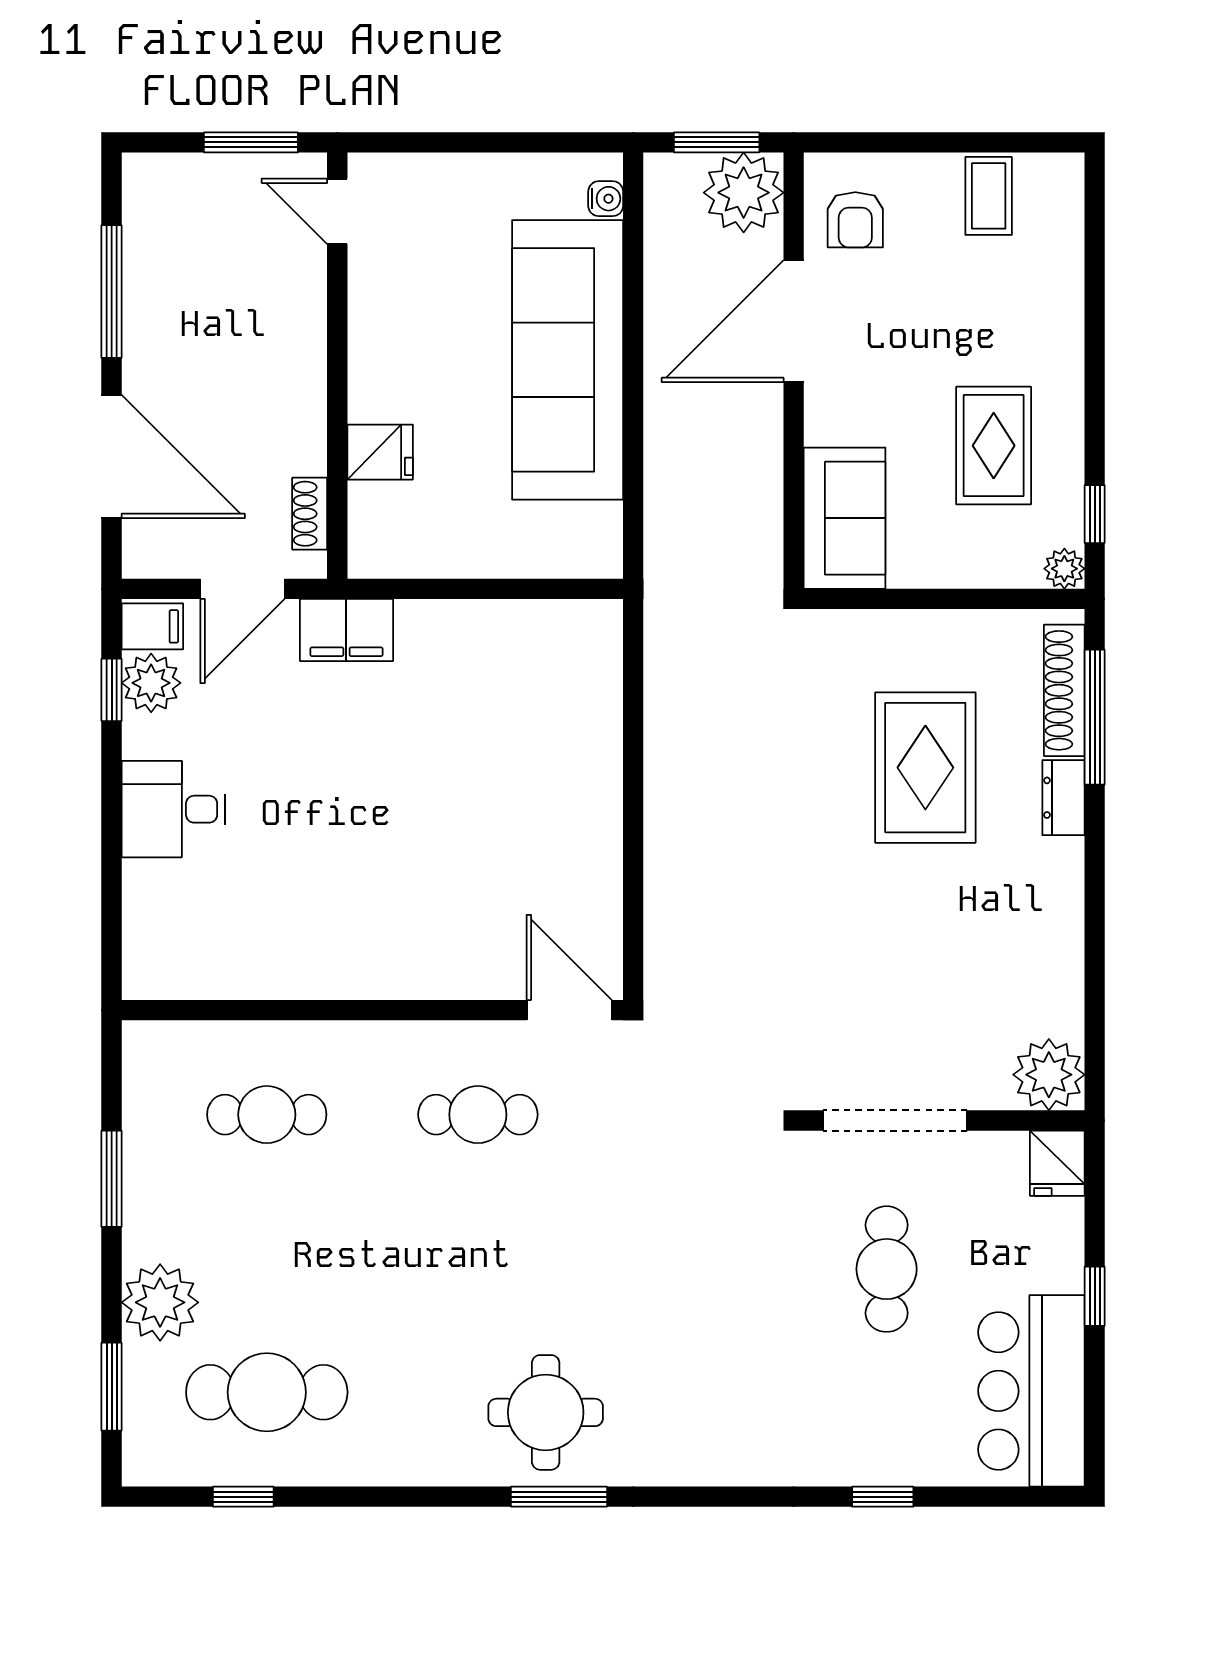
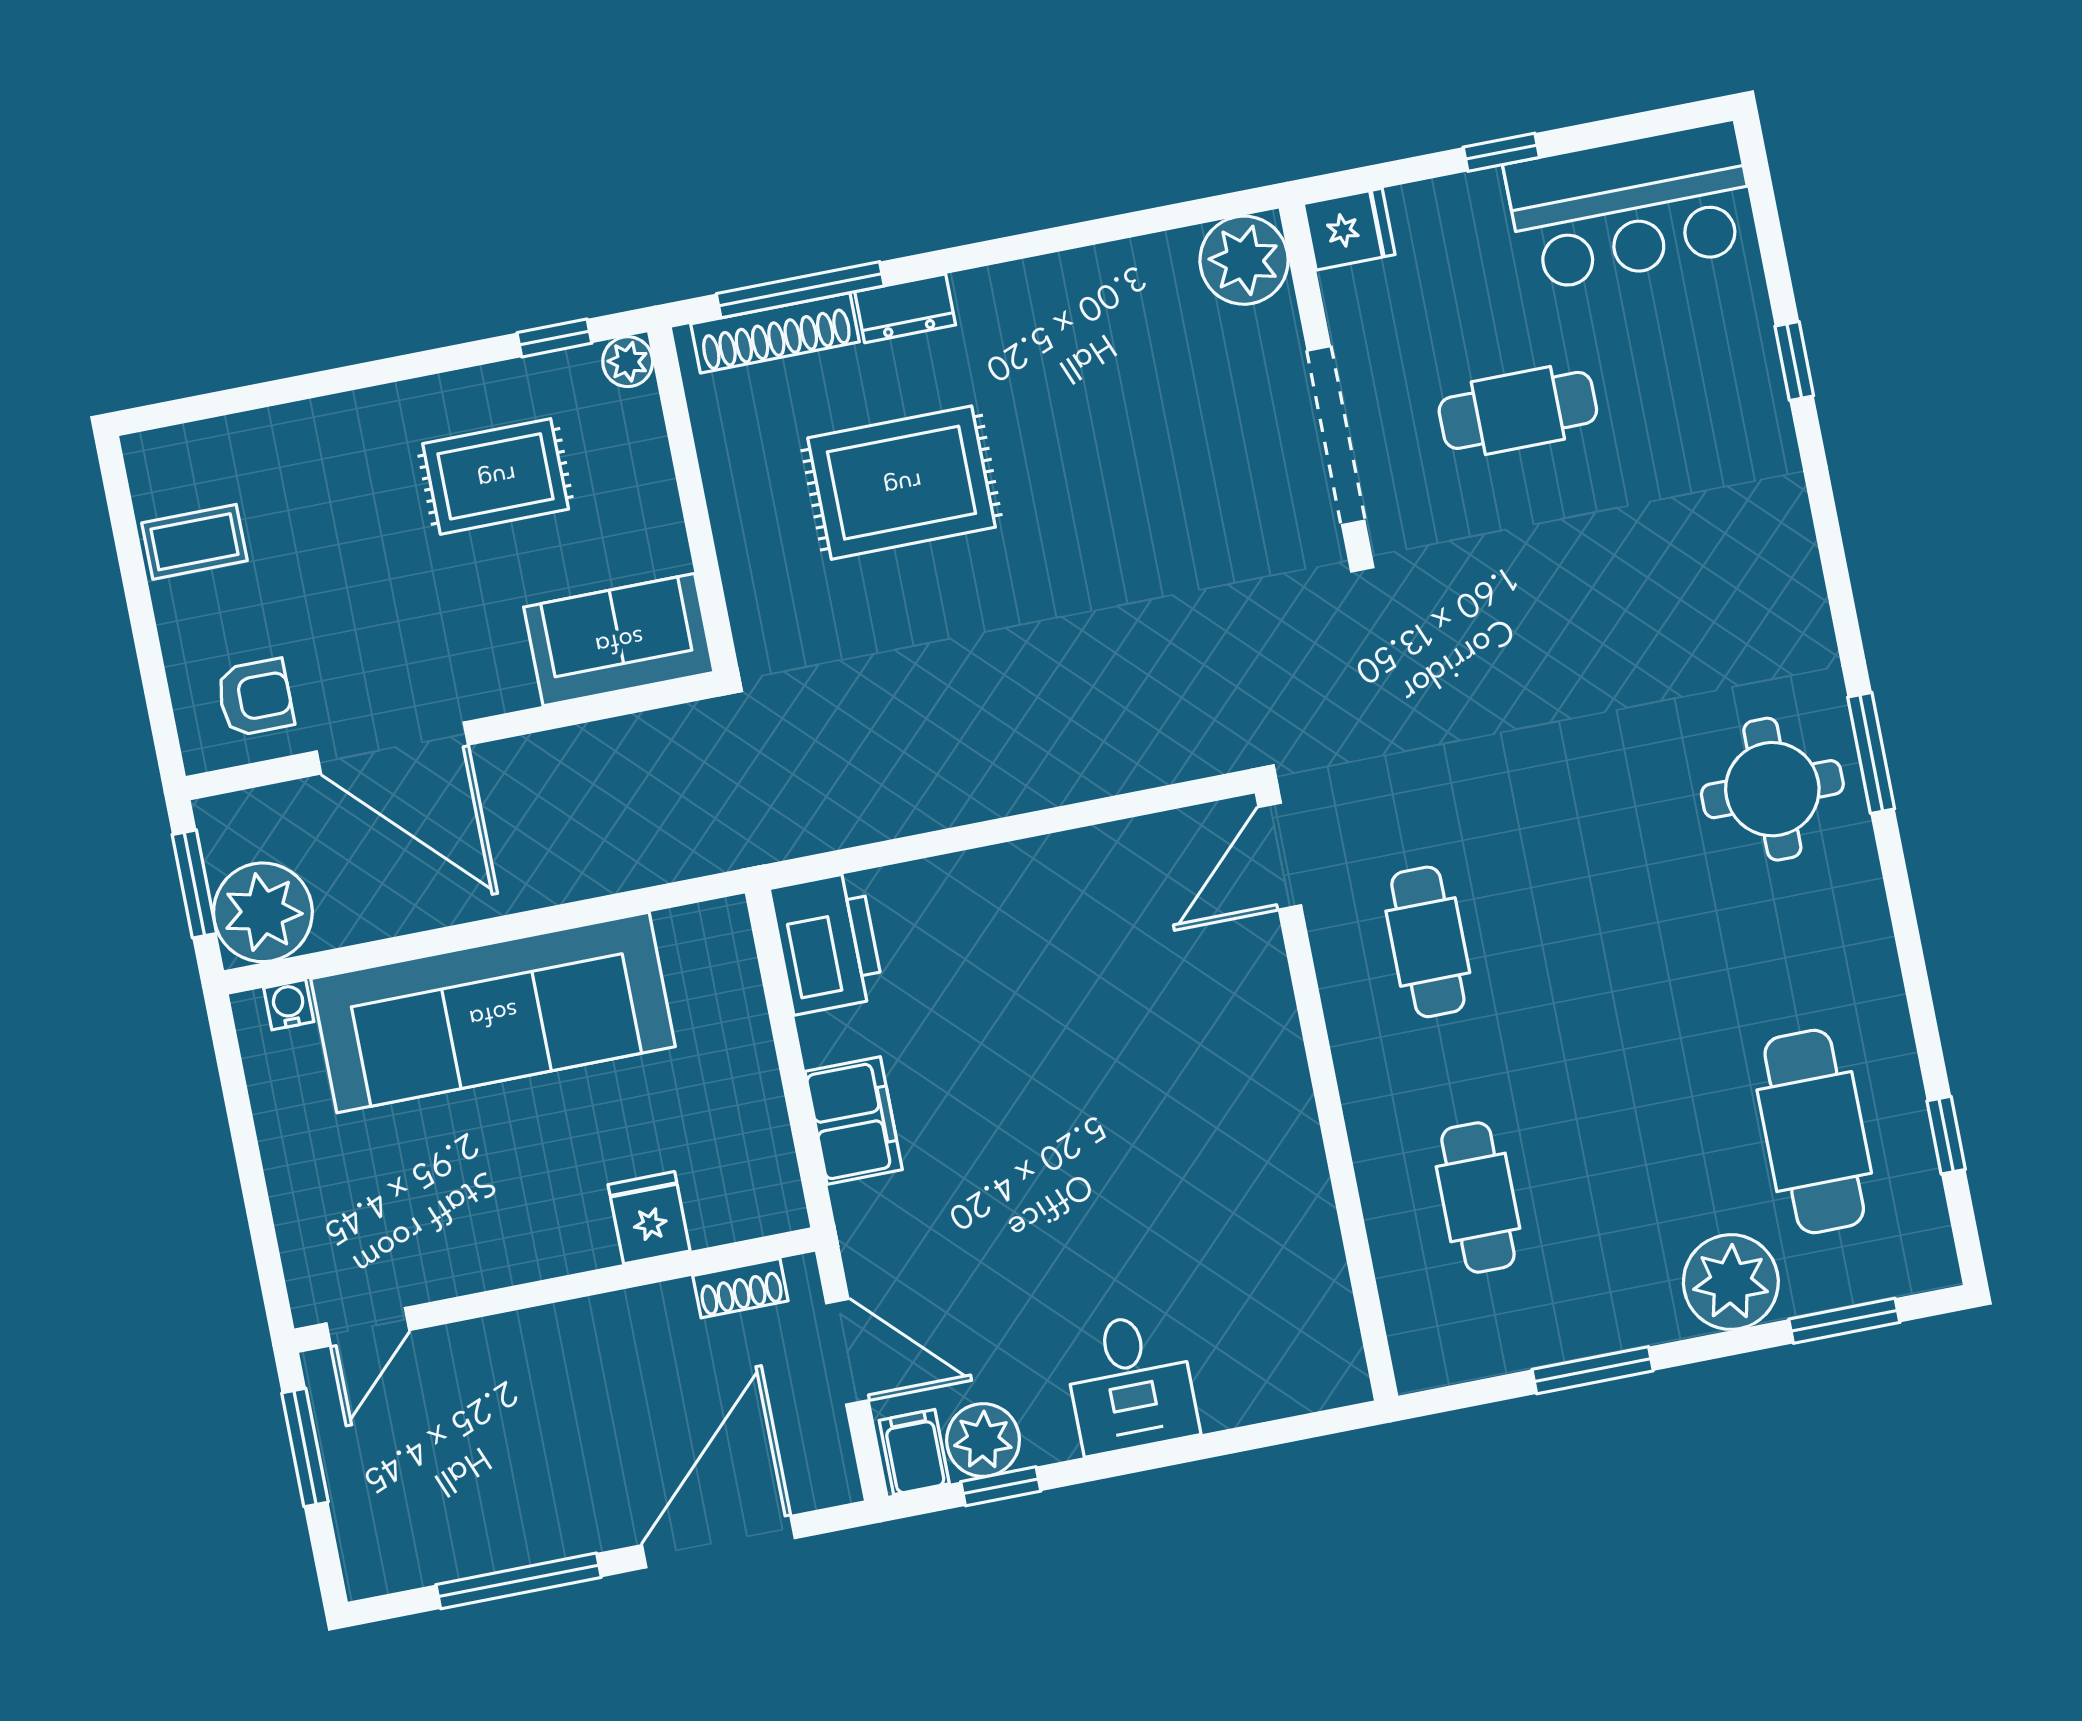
plant: (744, 193) -> (263, 912), moved
filing cabinet: (346, 630) -> (854, 1120), moved
printer: (571, 636) -> (827, 943), added

